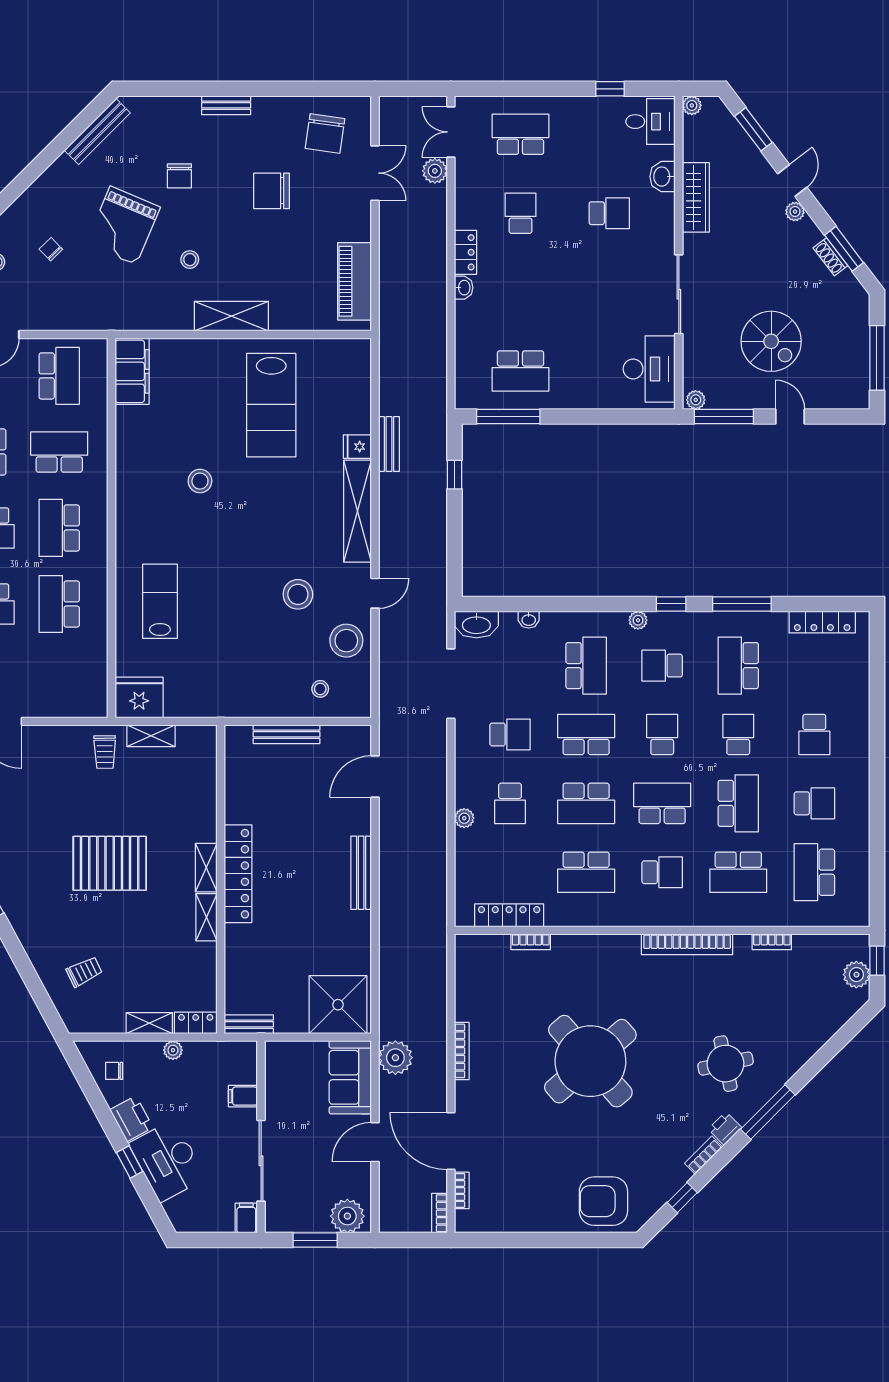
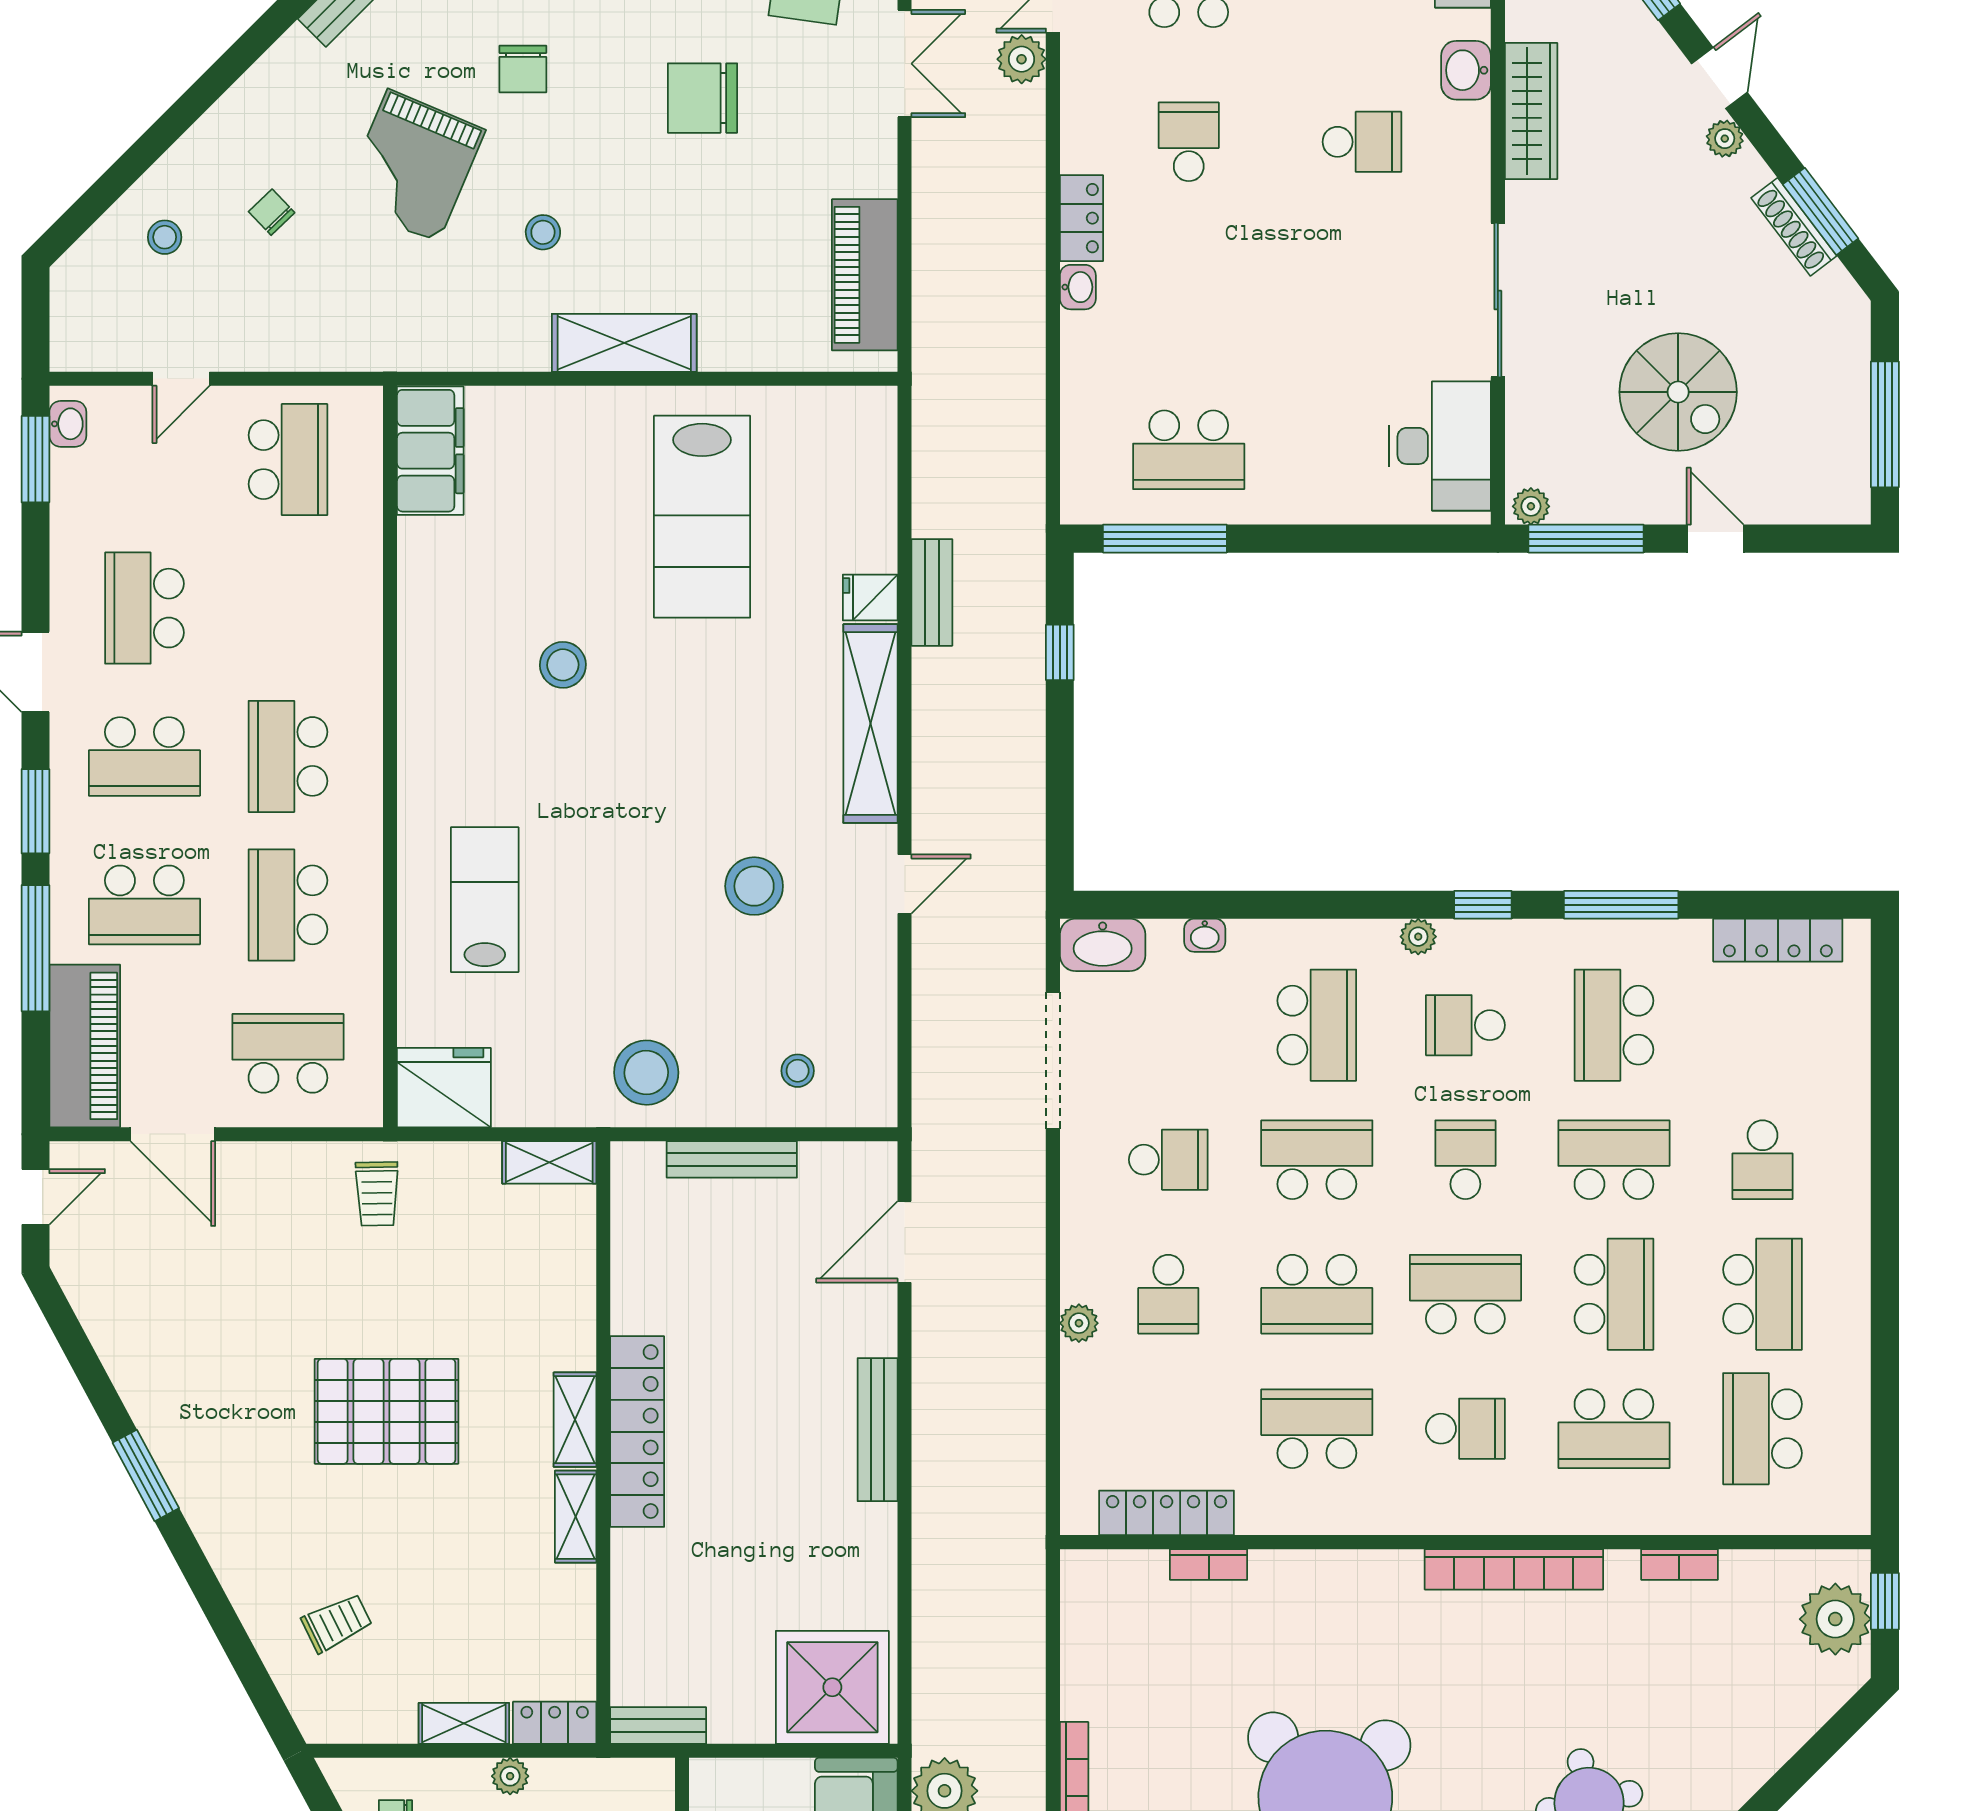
shoe rack: (830, 257) -> (1794, 227), width x1.43
school desk: (59, 452) -> (288, 1053), moved
stool: (346, 641) -> (646, 1073), moved
school desk: (738, 734) -> (1614, 1160), width x1.85
shelving: (151, 736) -> (549, 1162), moved
school desk: (814, 803) -> (1763, 1294), width x1.85
school desk: (586, 872) -> (1317, 1429), turned 180
plant: (856, 975) -> (1835, 1619), width x1.36, depth x1.36

